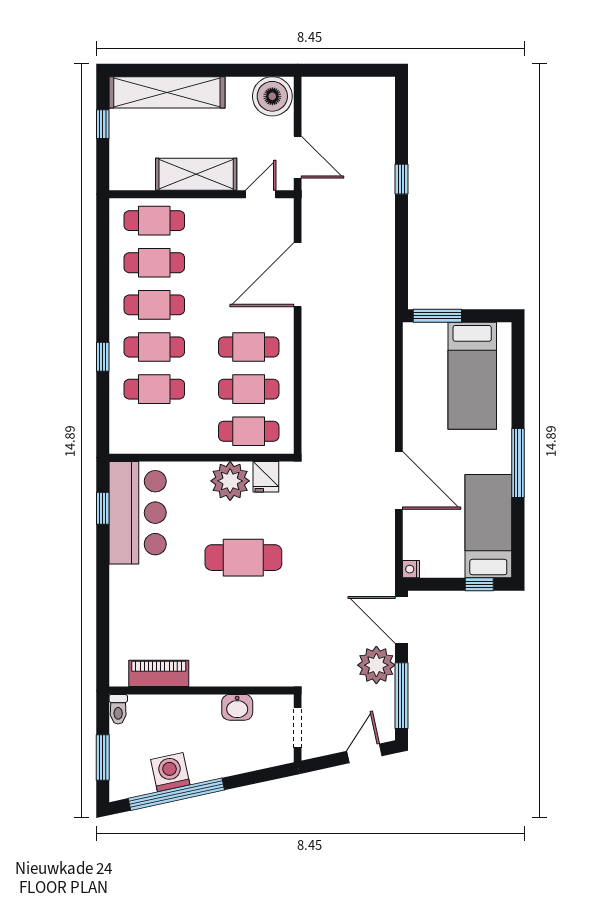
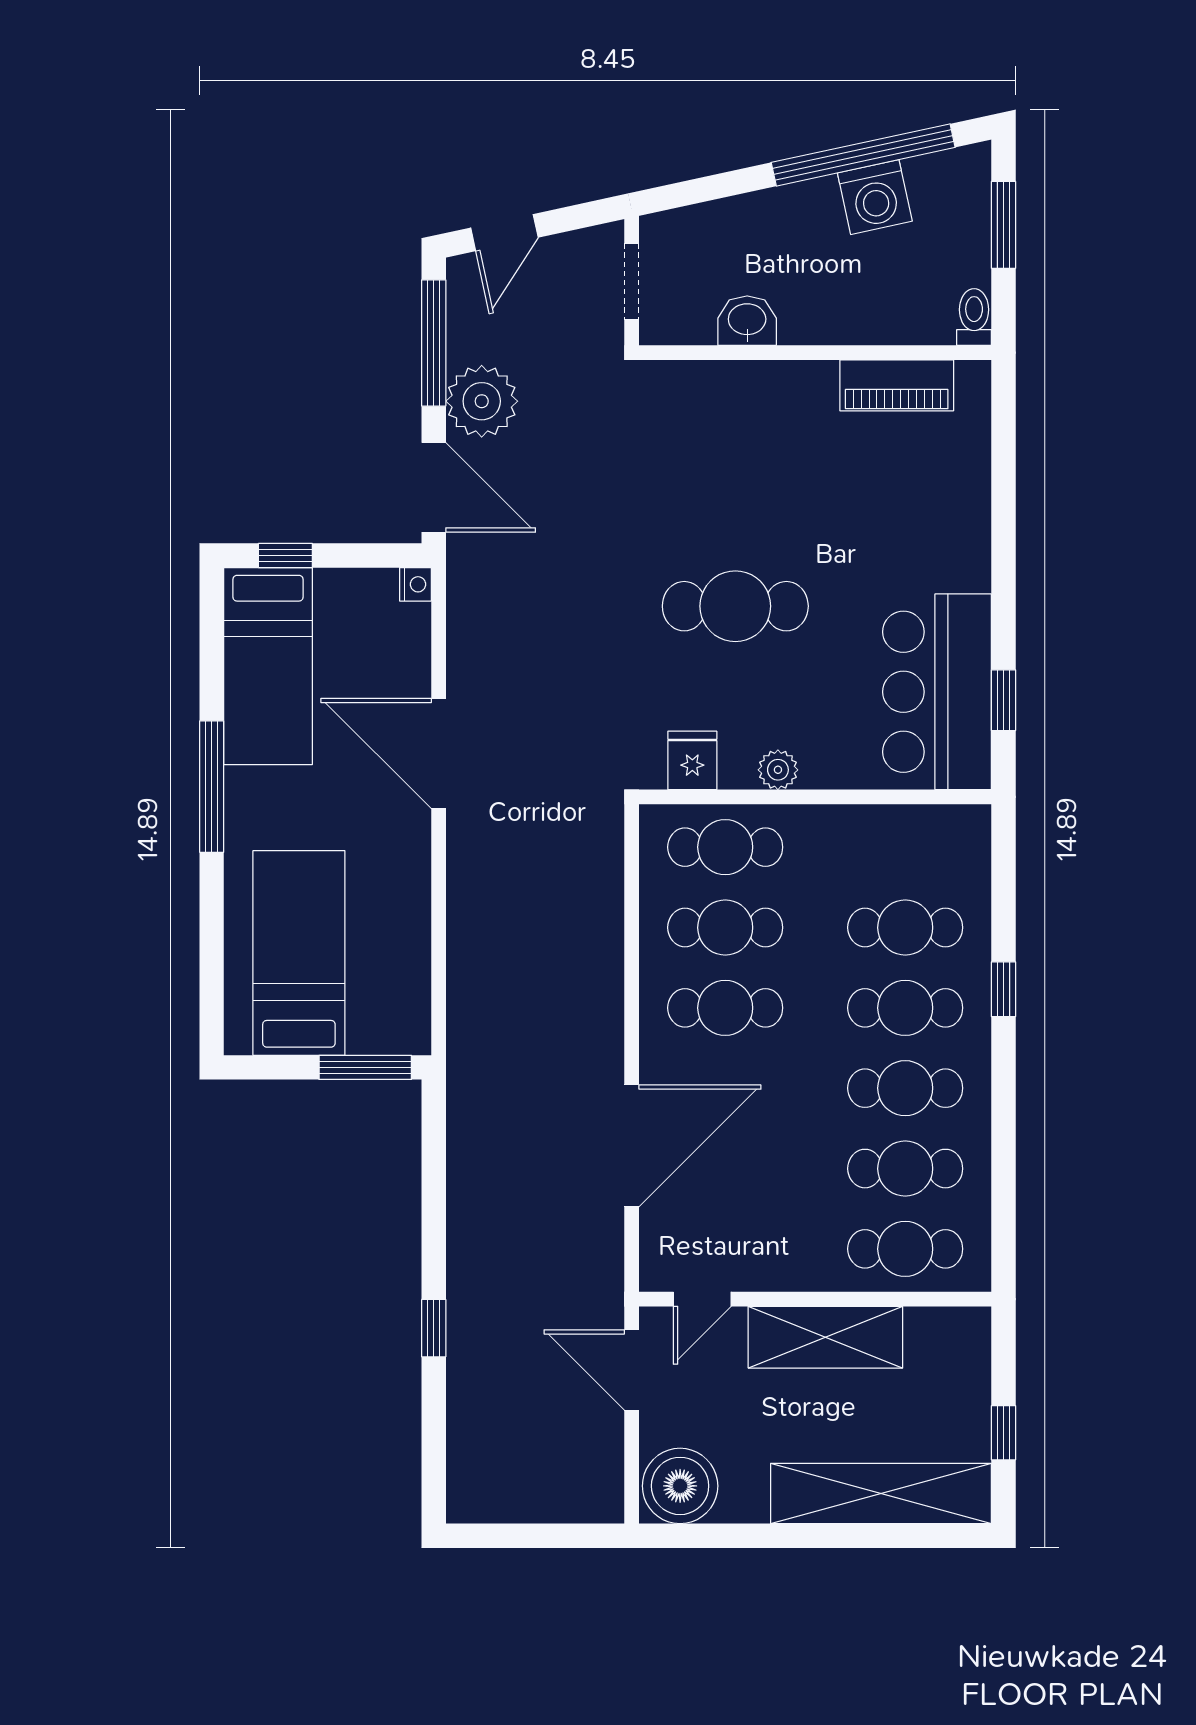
plant: (230, 481) -> (778, 770), width x0.53, depth x0.53

